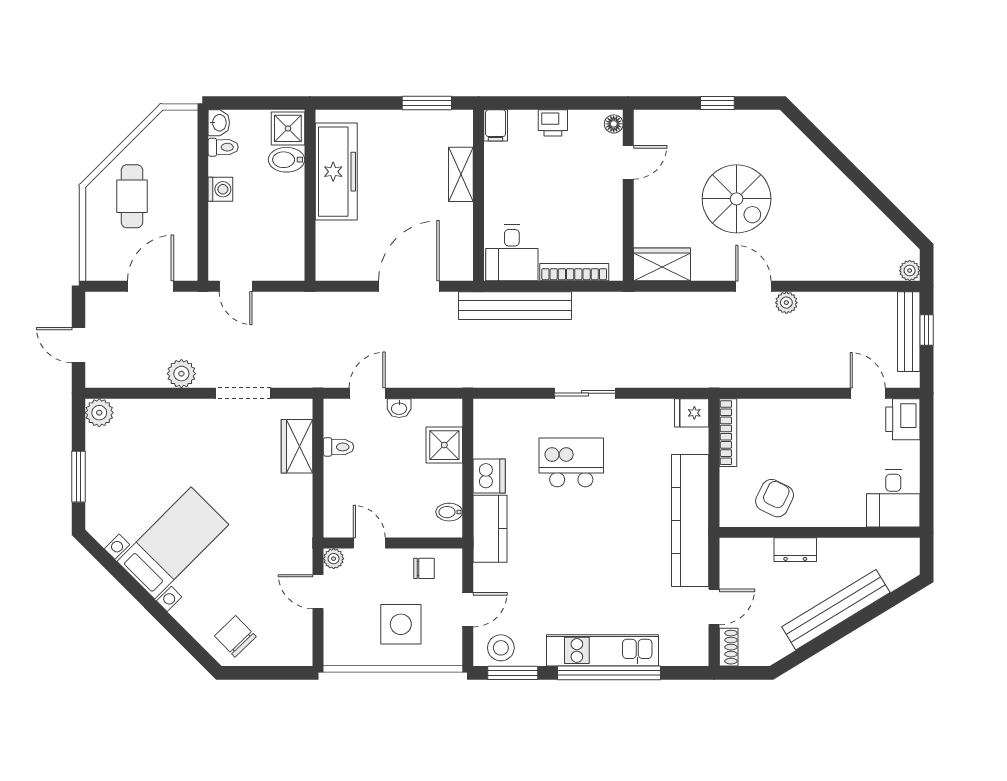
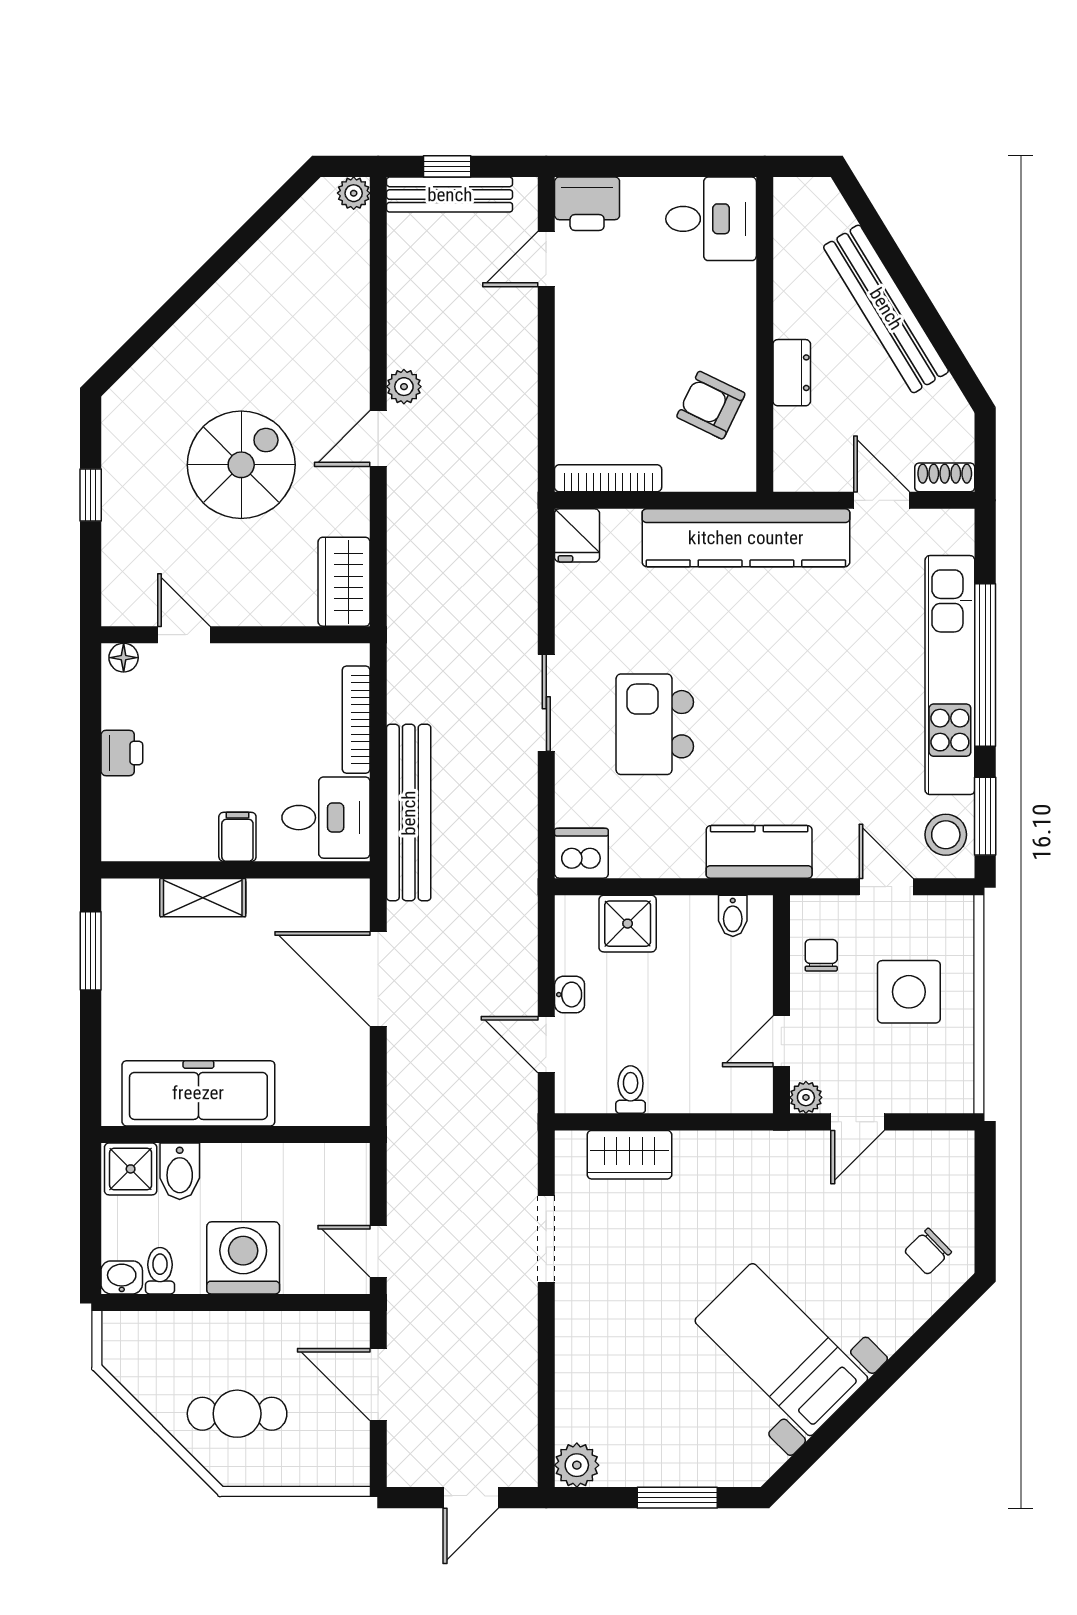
filing cabinet: (496, 125) -> (237, 837), moved, turned -90
washing machine: (220, 189) -> (243, 1258), width x1.89, depth x1.89
door: (236, 286) -> (378, 1251), swing flipped
plant: (181, 374) -> (515, 1336), removed
dishwasher: (489, 476) -> (581, 853), moved
chair: (235, 636) -> (928, 1252), width x0.73, depth x0.73
kitchen unit: (603, 650) -> (950, 675), width x1.36

